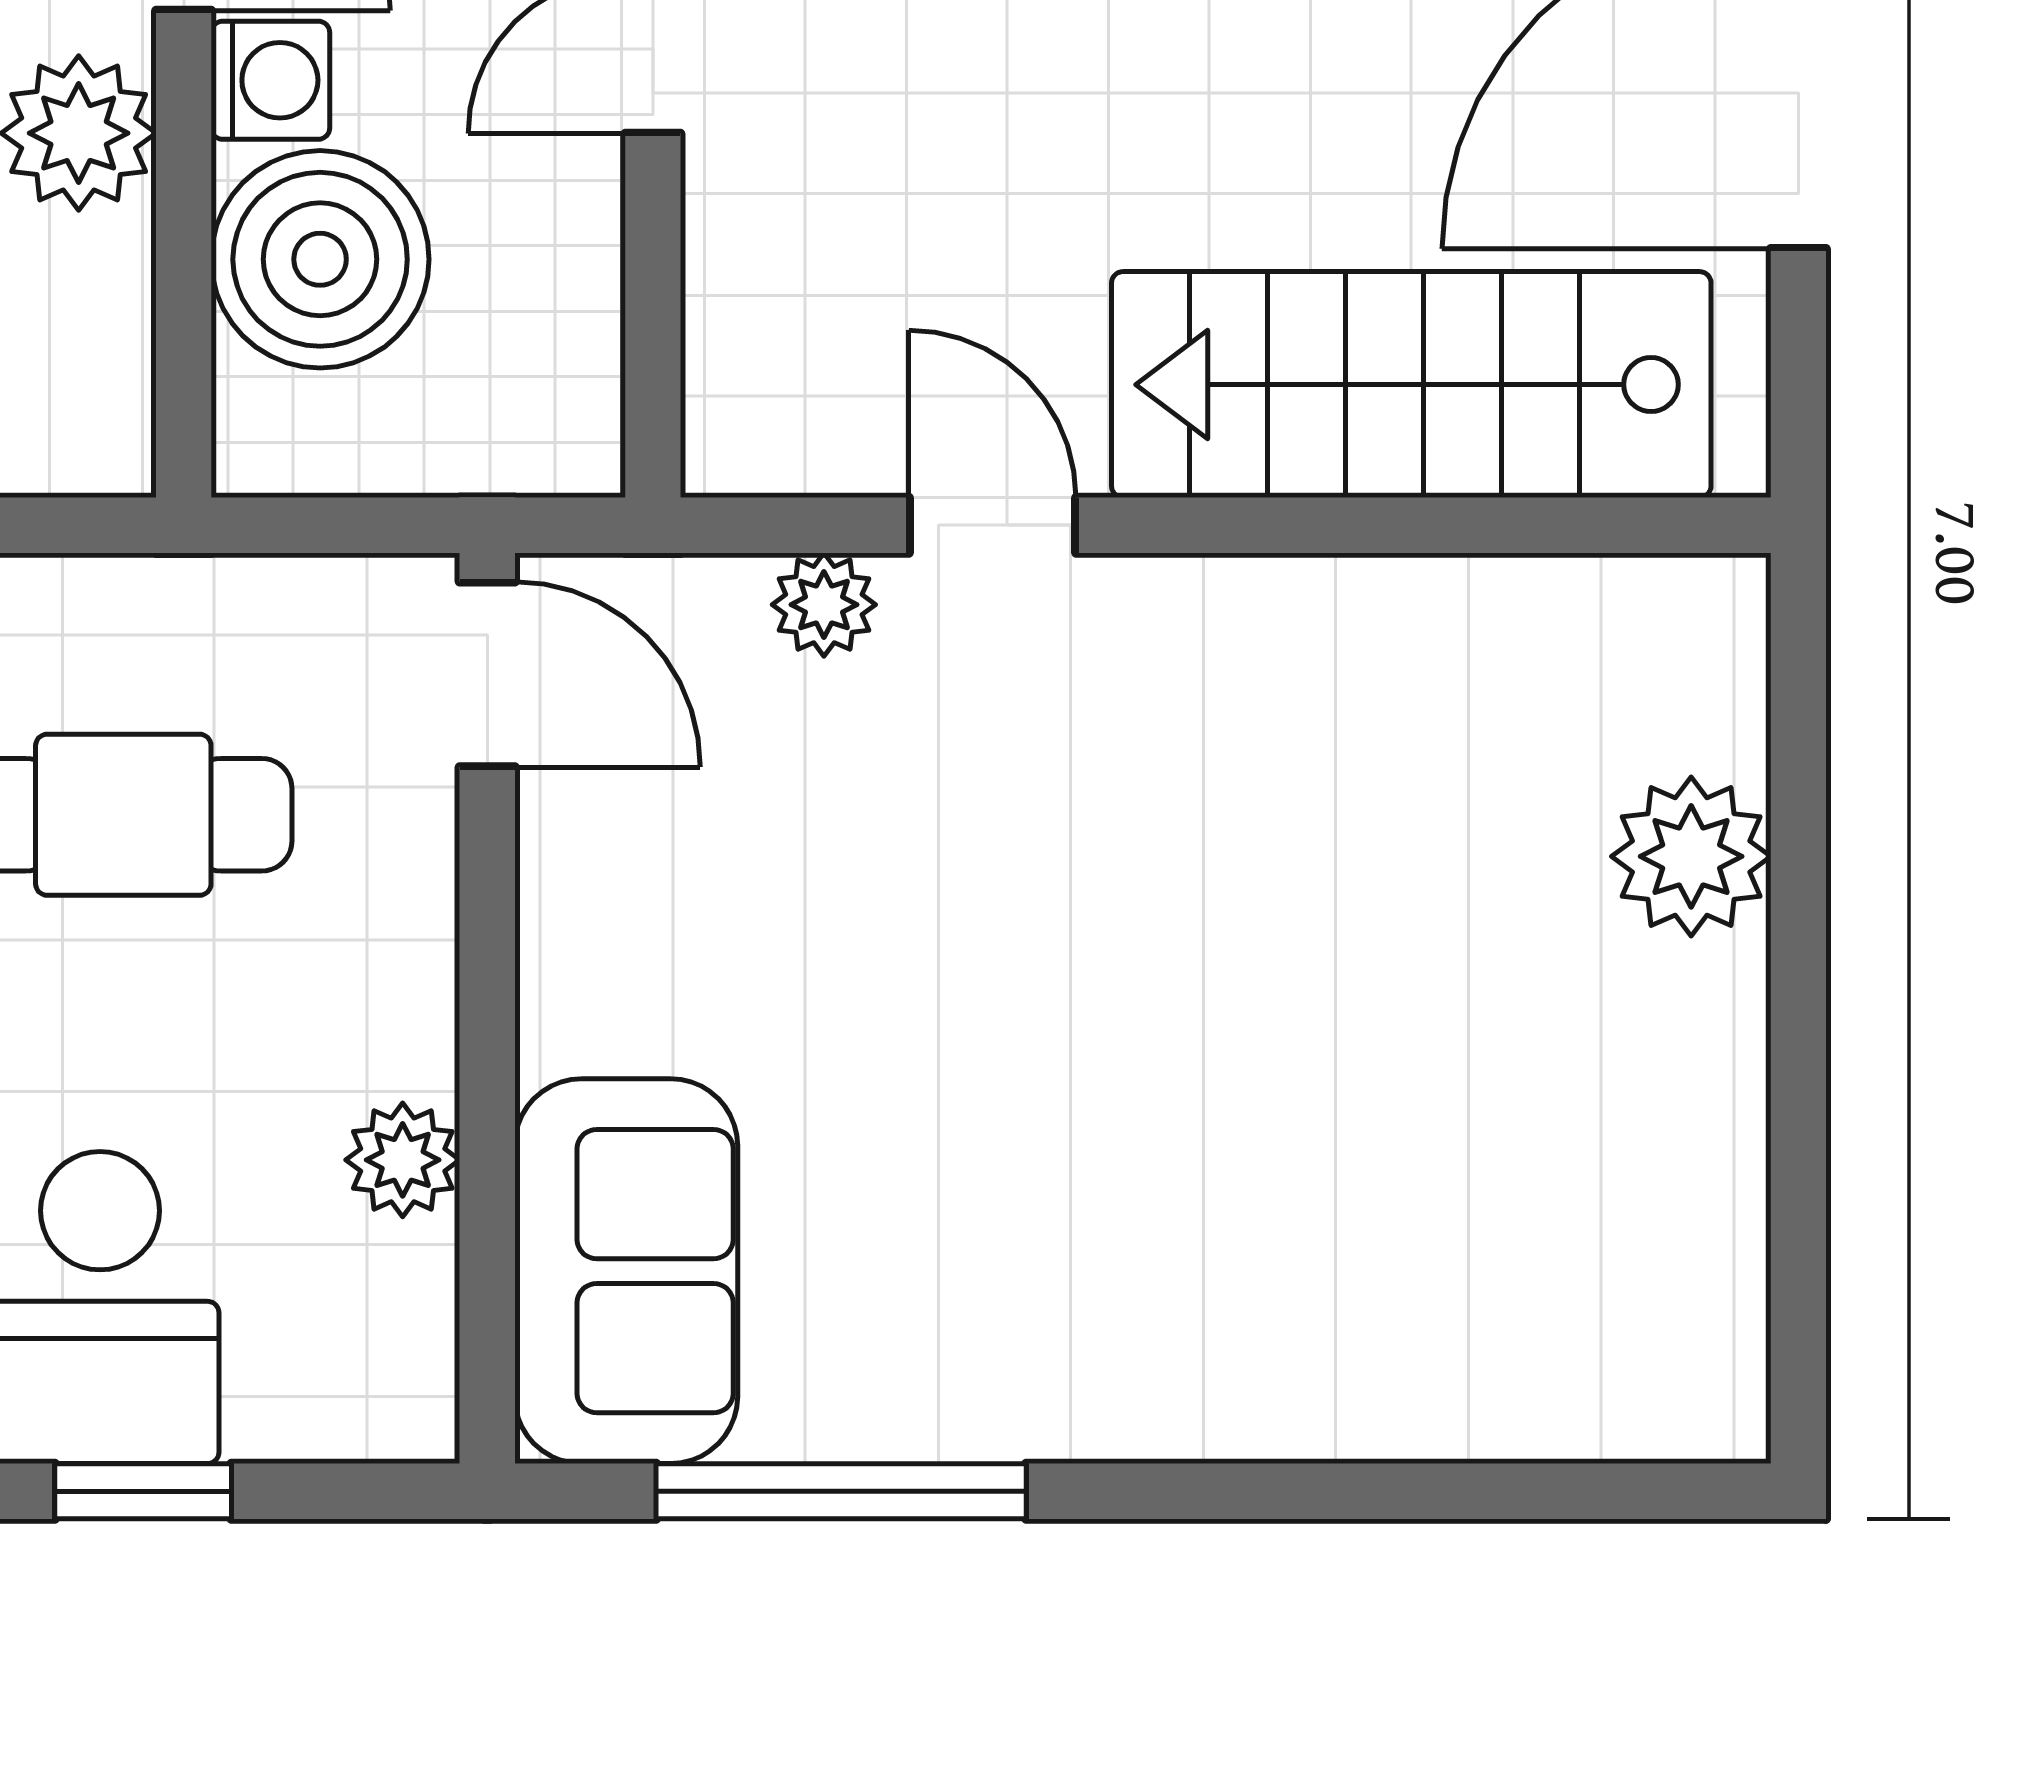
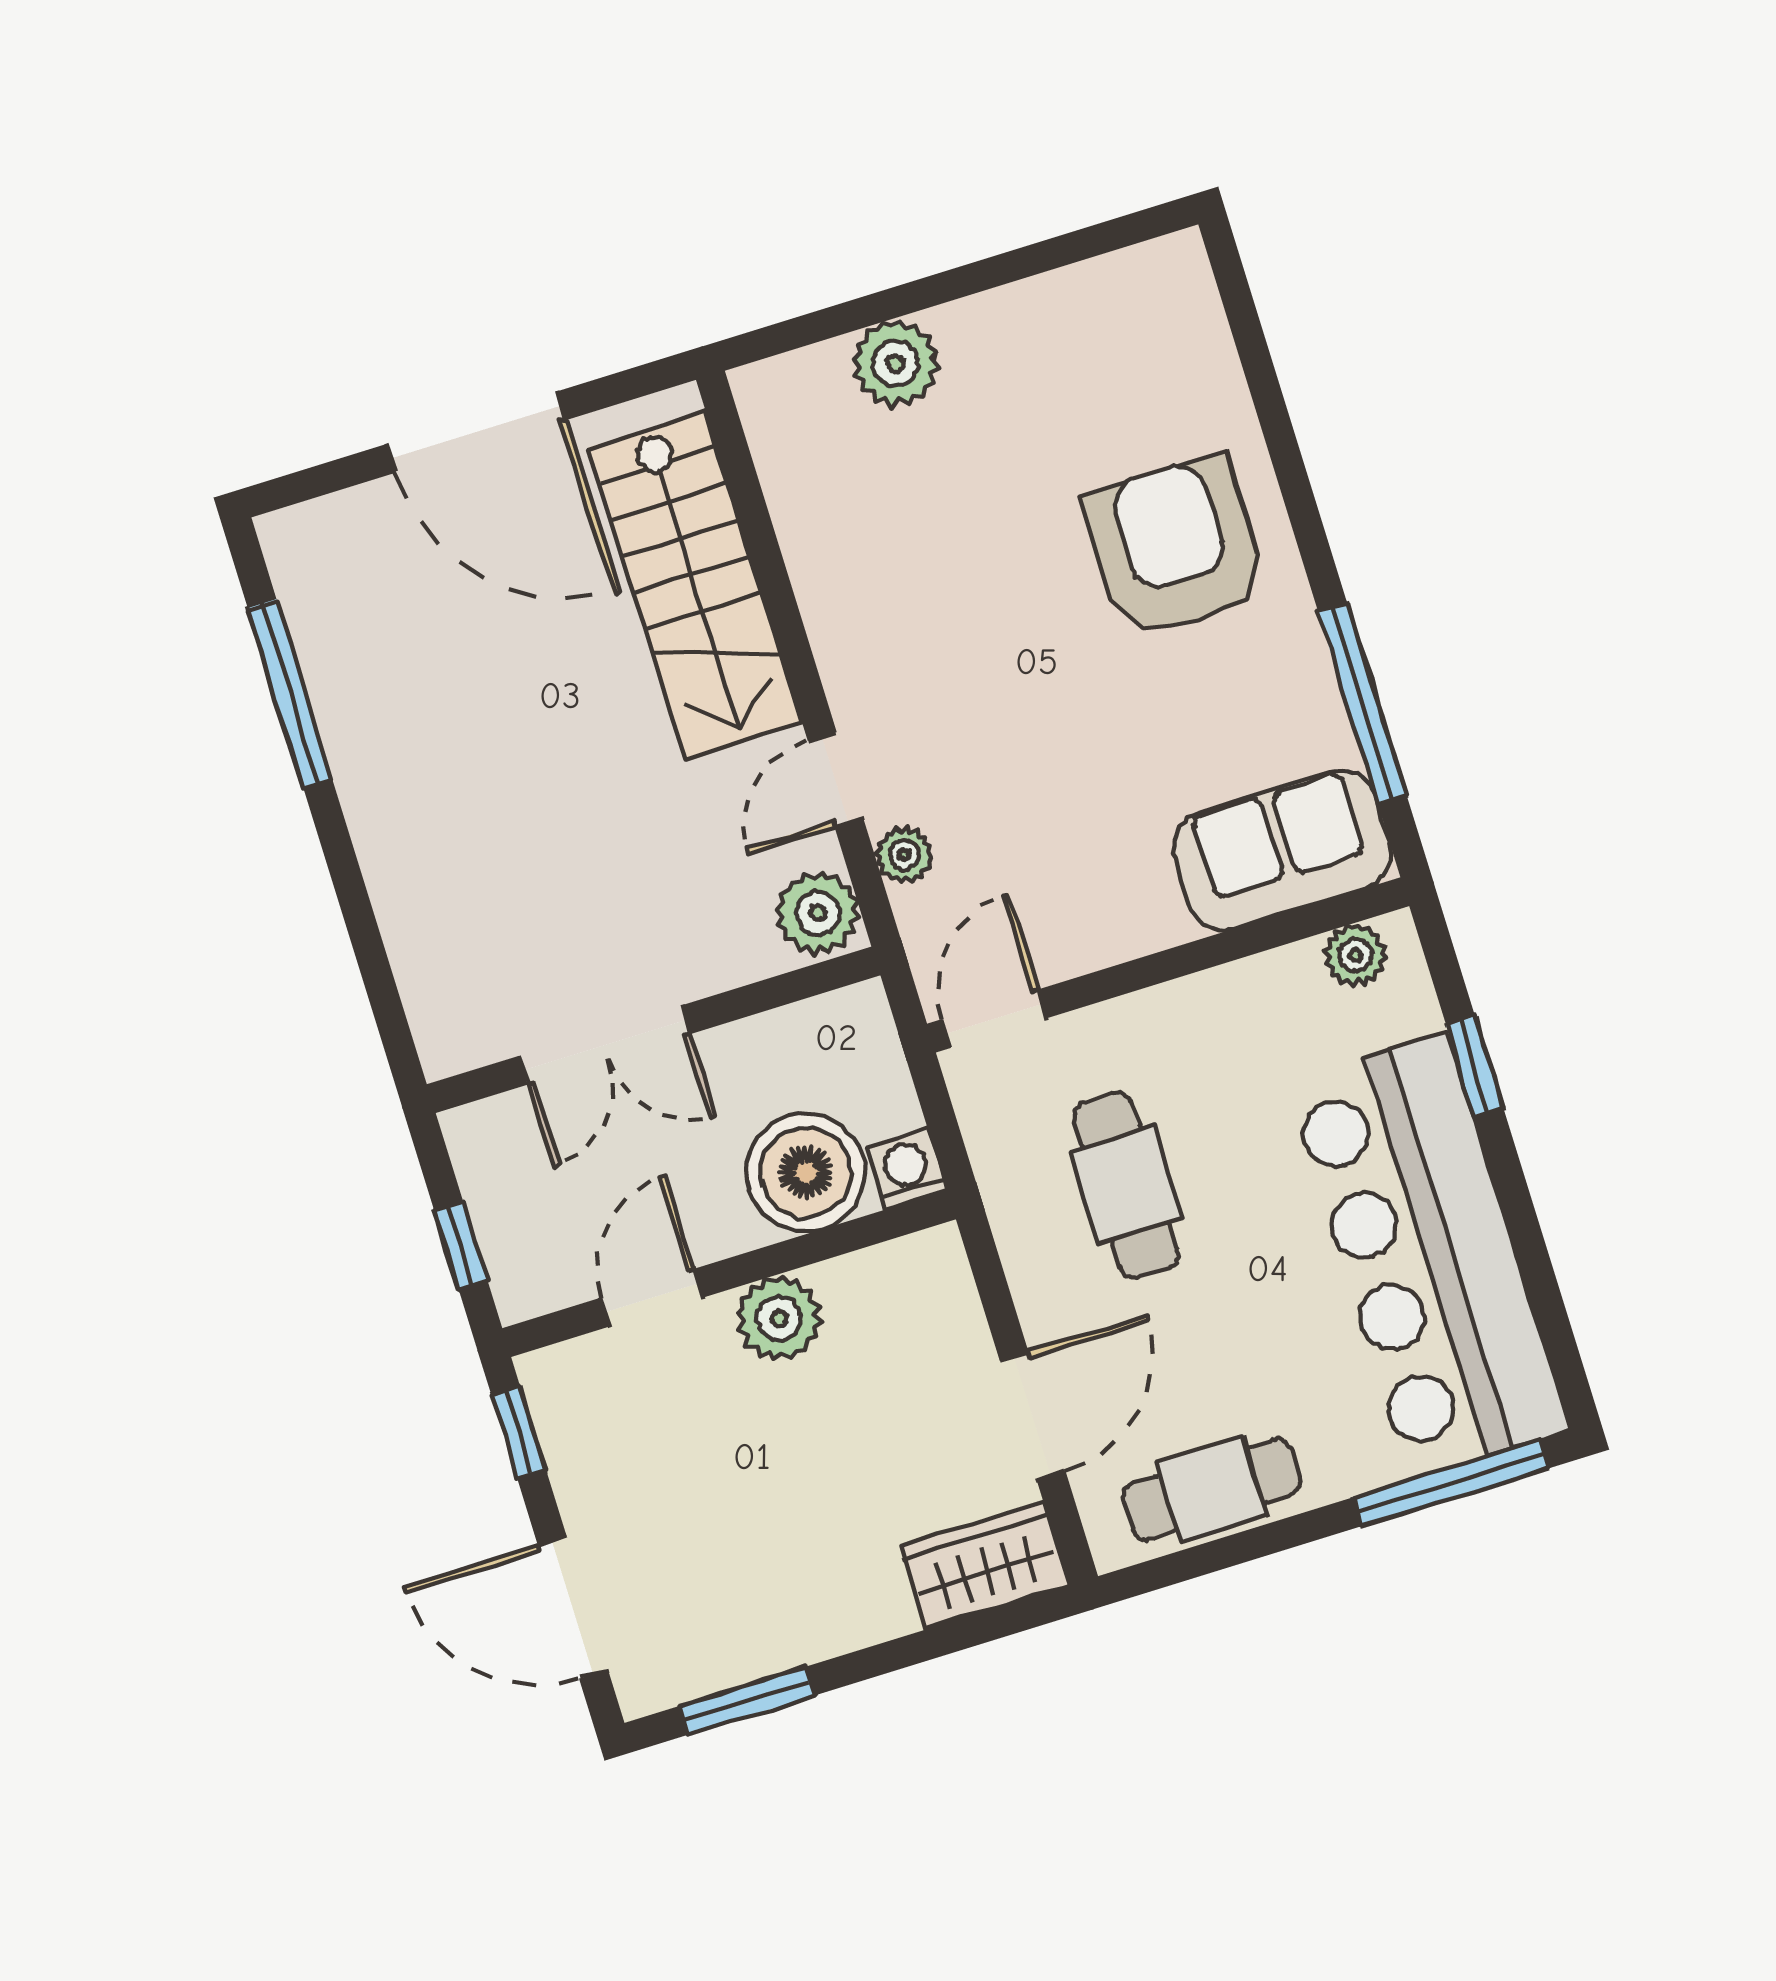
washing machine: (270, 80) -> (907, 1169), moved
plant: (769, 421) -> (818, 913), added
plant: (403, 1160) -> (1355, 955), moved
armchair: (1217, 1248) -> (1175, 547), added

